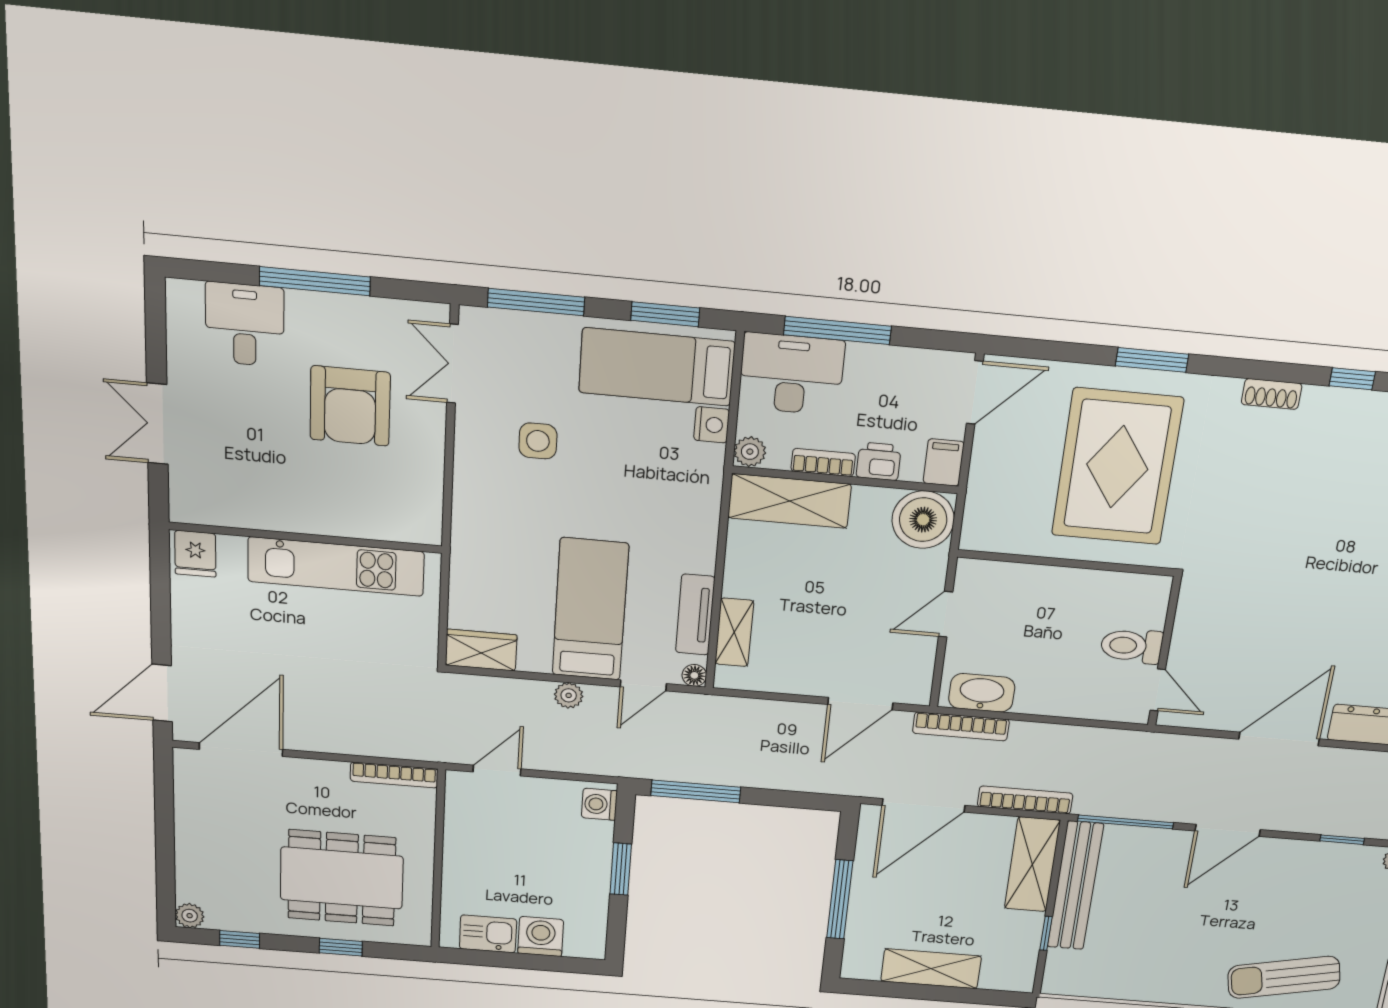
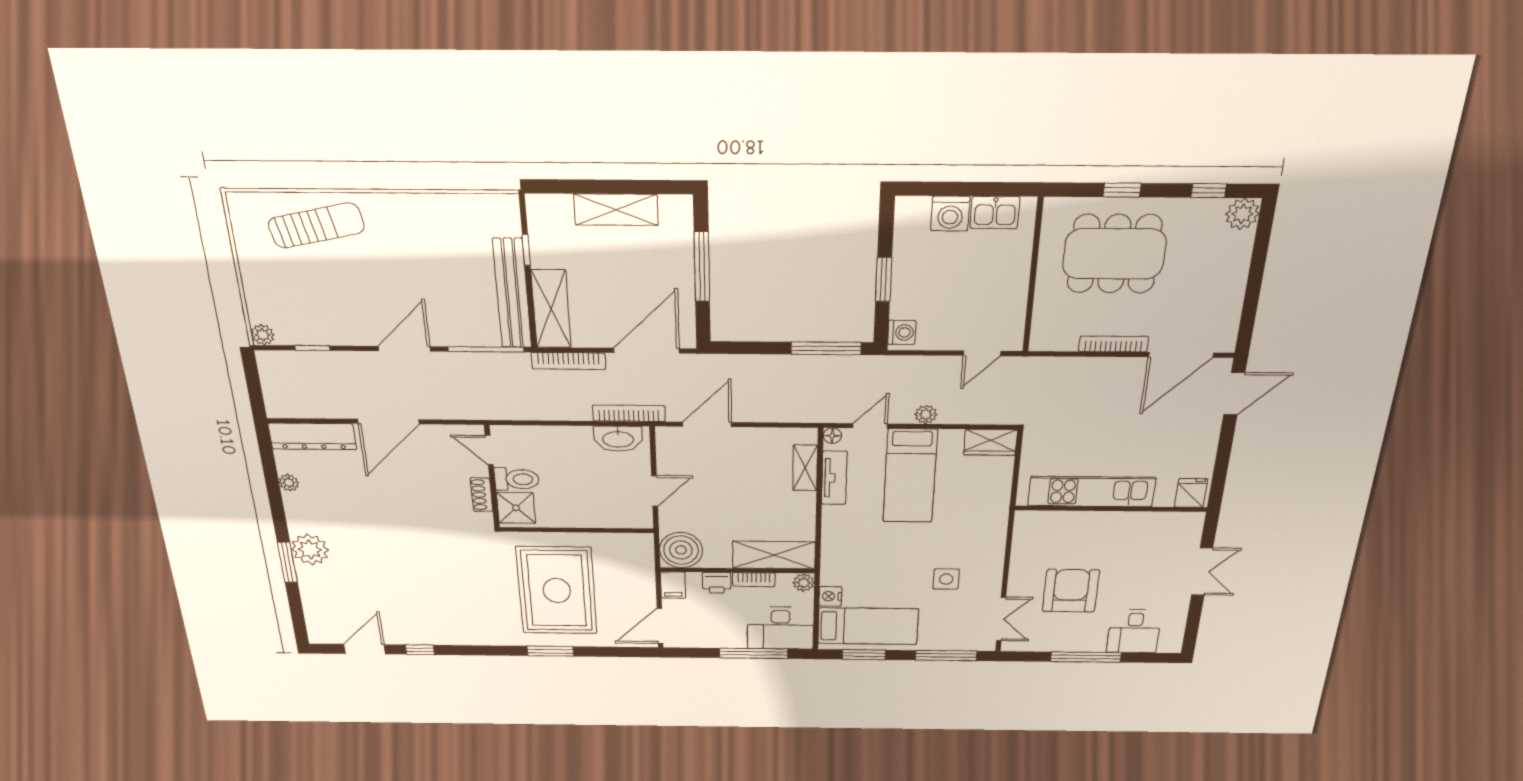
shoe rack: (1272, 394) -> (482, 495), moved, turned -90
shower: (1143, 604) -> (516, 508), added
bookcase: (394, 775) -> (1114, 344), moved
plant: (190, 916) -> (1242, 214), width x1.38, depth x1.38

